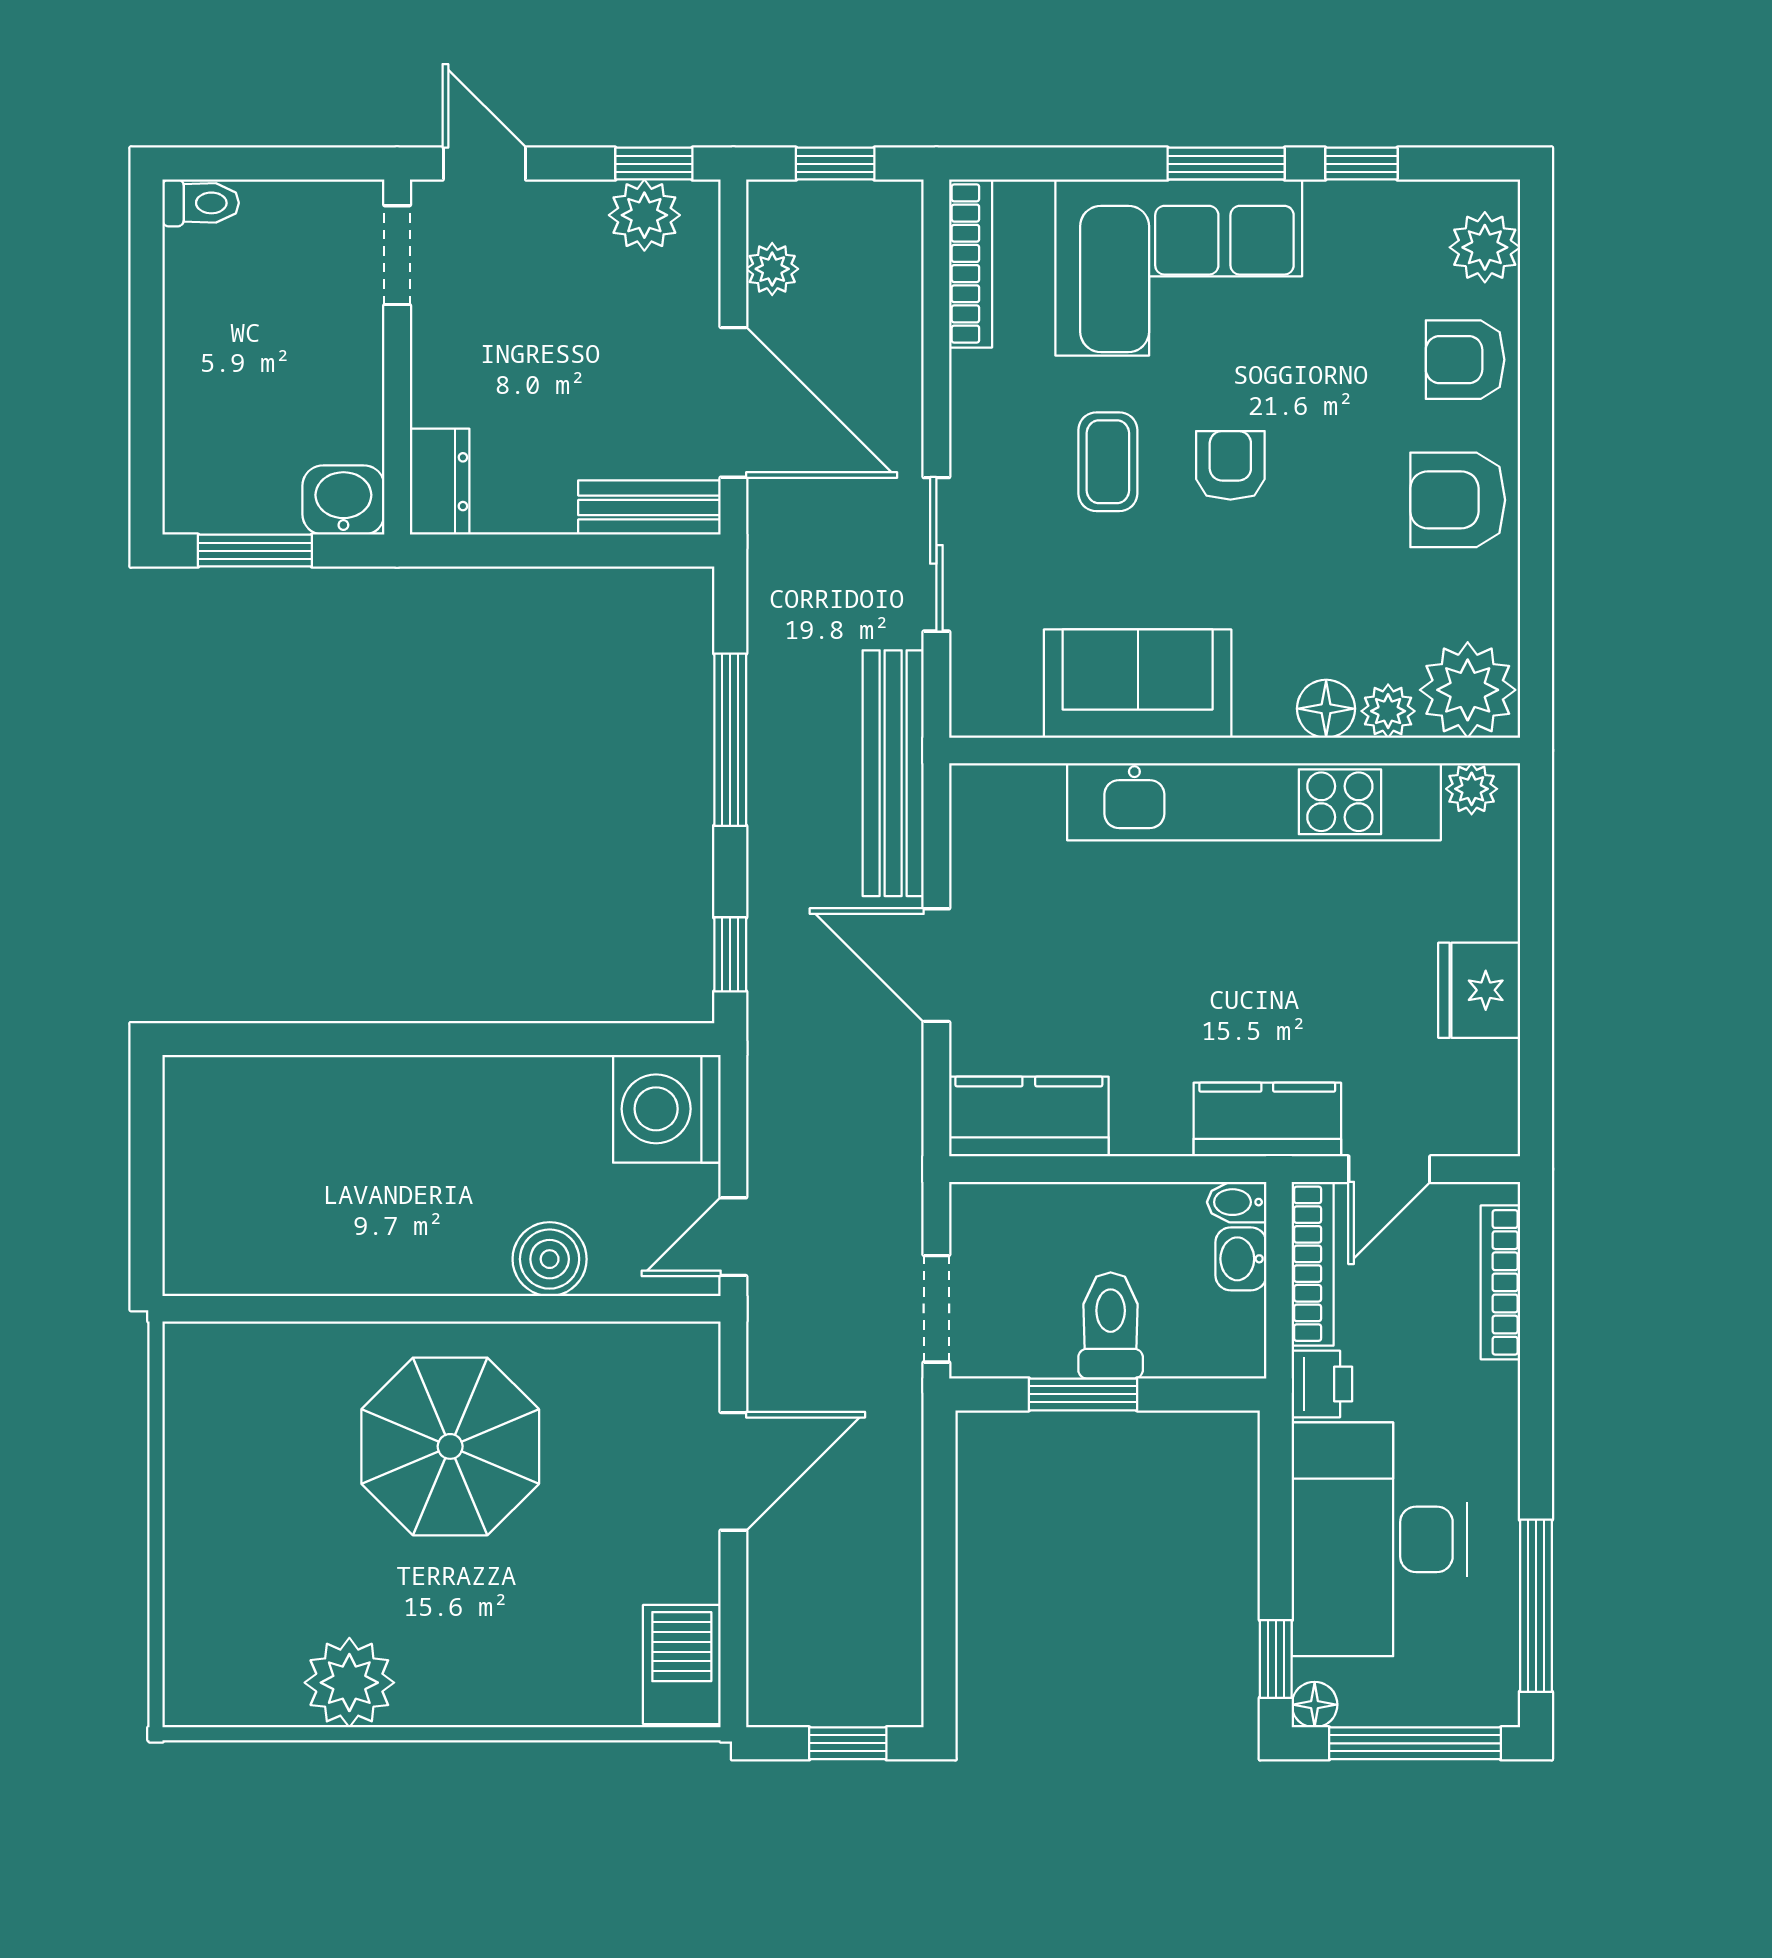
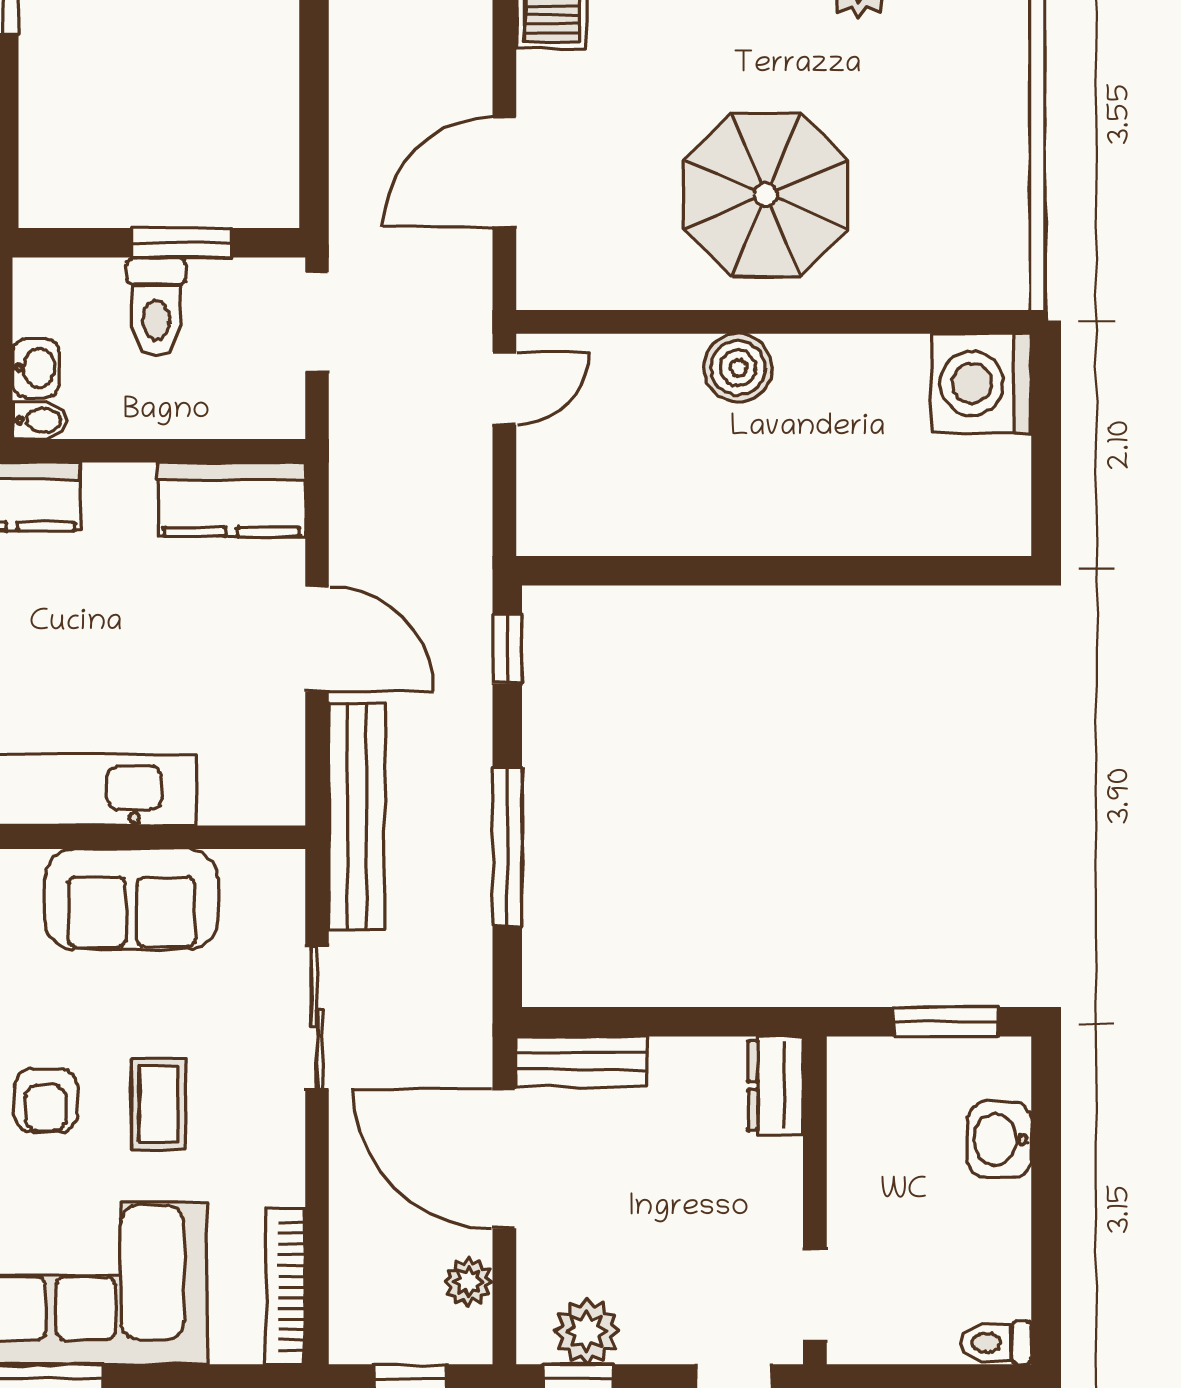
washbasin: (343, 500) -> (999, 1140), moved, turned 90
washing machine: (667, 1109) -> (982, 383), moved, turned 180
boiler: (550, 1259) -> (738, 368), moved

